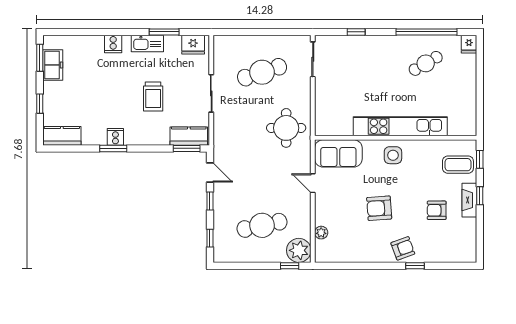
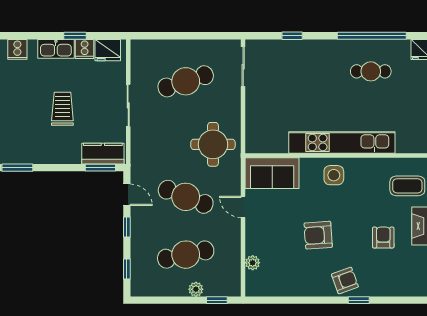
window: (164, 32) -> (75, 36), width x0.67
cafe table: (426, 63) -> (371, 71), turned 30
trolley: (153, 97) -> (62, 109), turned 180
cooker: (115, 137) -> (85, 49), moved, turned 180
cafe table: (262, 174) -> (186, 197), added
armchair: (437, 210) -> (383, 237), turned 90
plant: (299, 250) -> (196, 289), moved, width x0.53, depth x0.53

